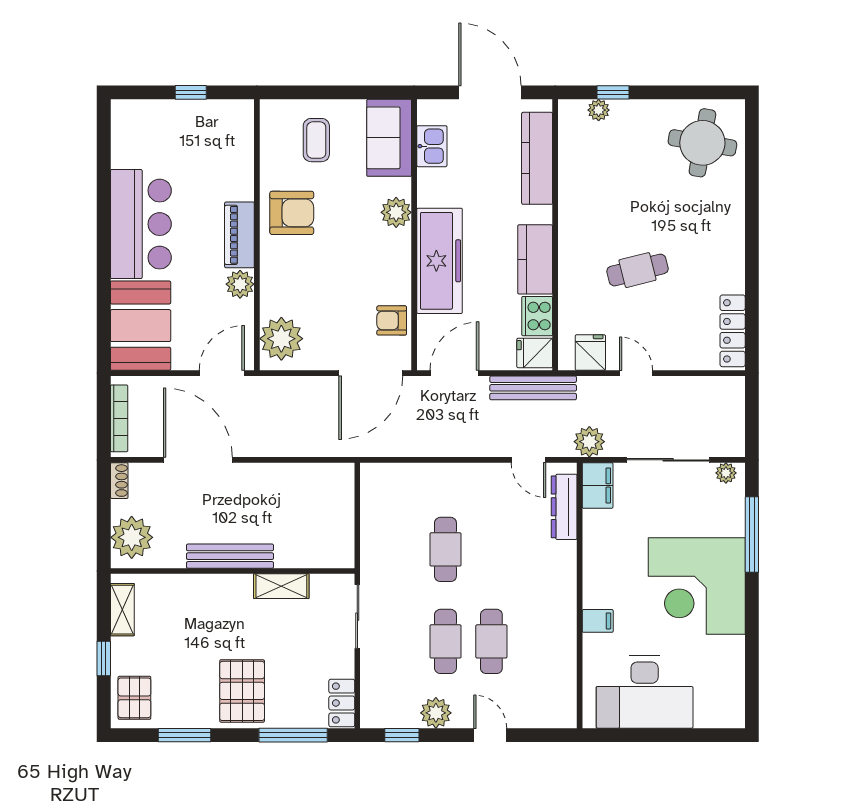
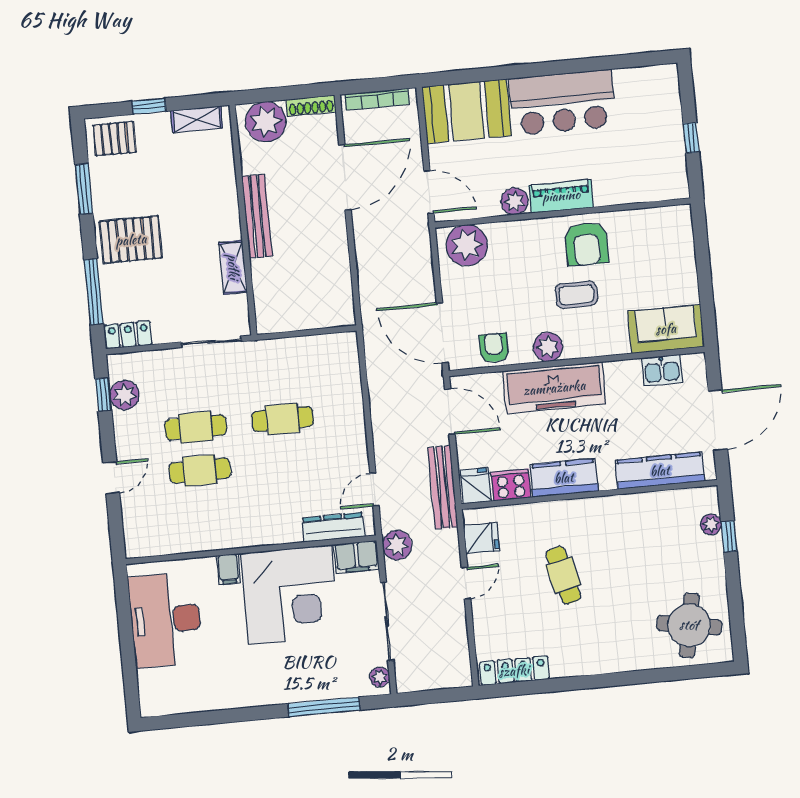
coffee table: (316, 140) -> (576, 295), moved
plant: (396, 212) -> (548, 347), moved
shoe rack: (119, 481) -> (311, 106), width x1.43
corner desk: (697, 586) -> (290, 595), moved, turned 180
plant: (436, 713) -> (125, 395), moved

